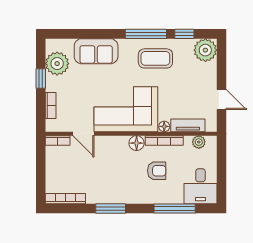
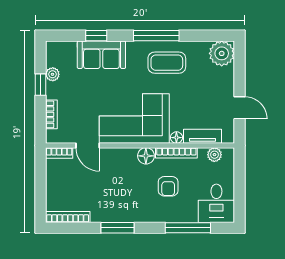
window: (184, 34) -> (96, 36), moved
plant: (57, 64) -> (53, 74), width x0.53, depth x0.53
armchair: (157, 171) -> (168, 186), turned 90

